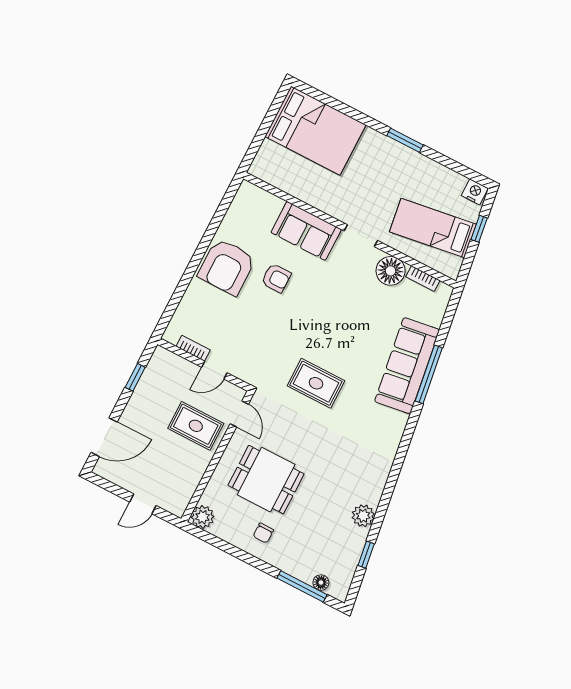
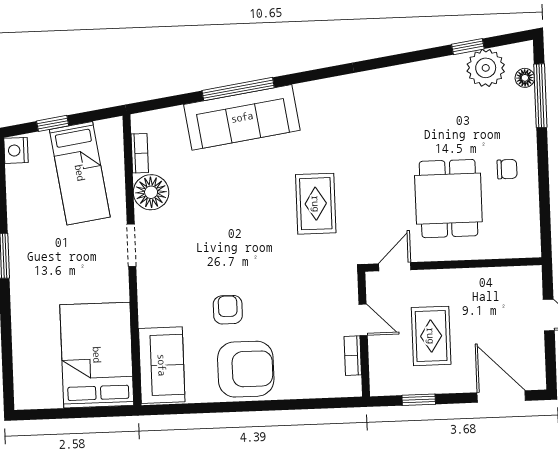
bed: (315, 131) -> (97, 355), moved
sofa: (306, 231) -> (162, 365), moved
rug: (196, 426) -> (431, 336), moved
plant: (363, 516) -> (486, 68), moved, width x1.36, depth x1.36
plant: (203, 517) -> (527, 244), removed

